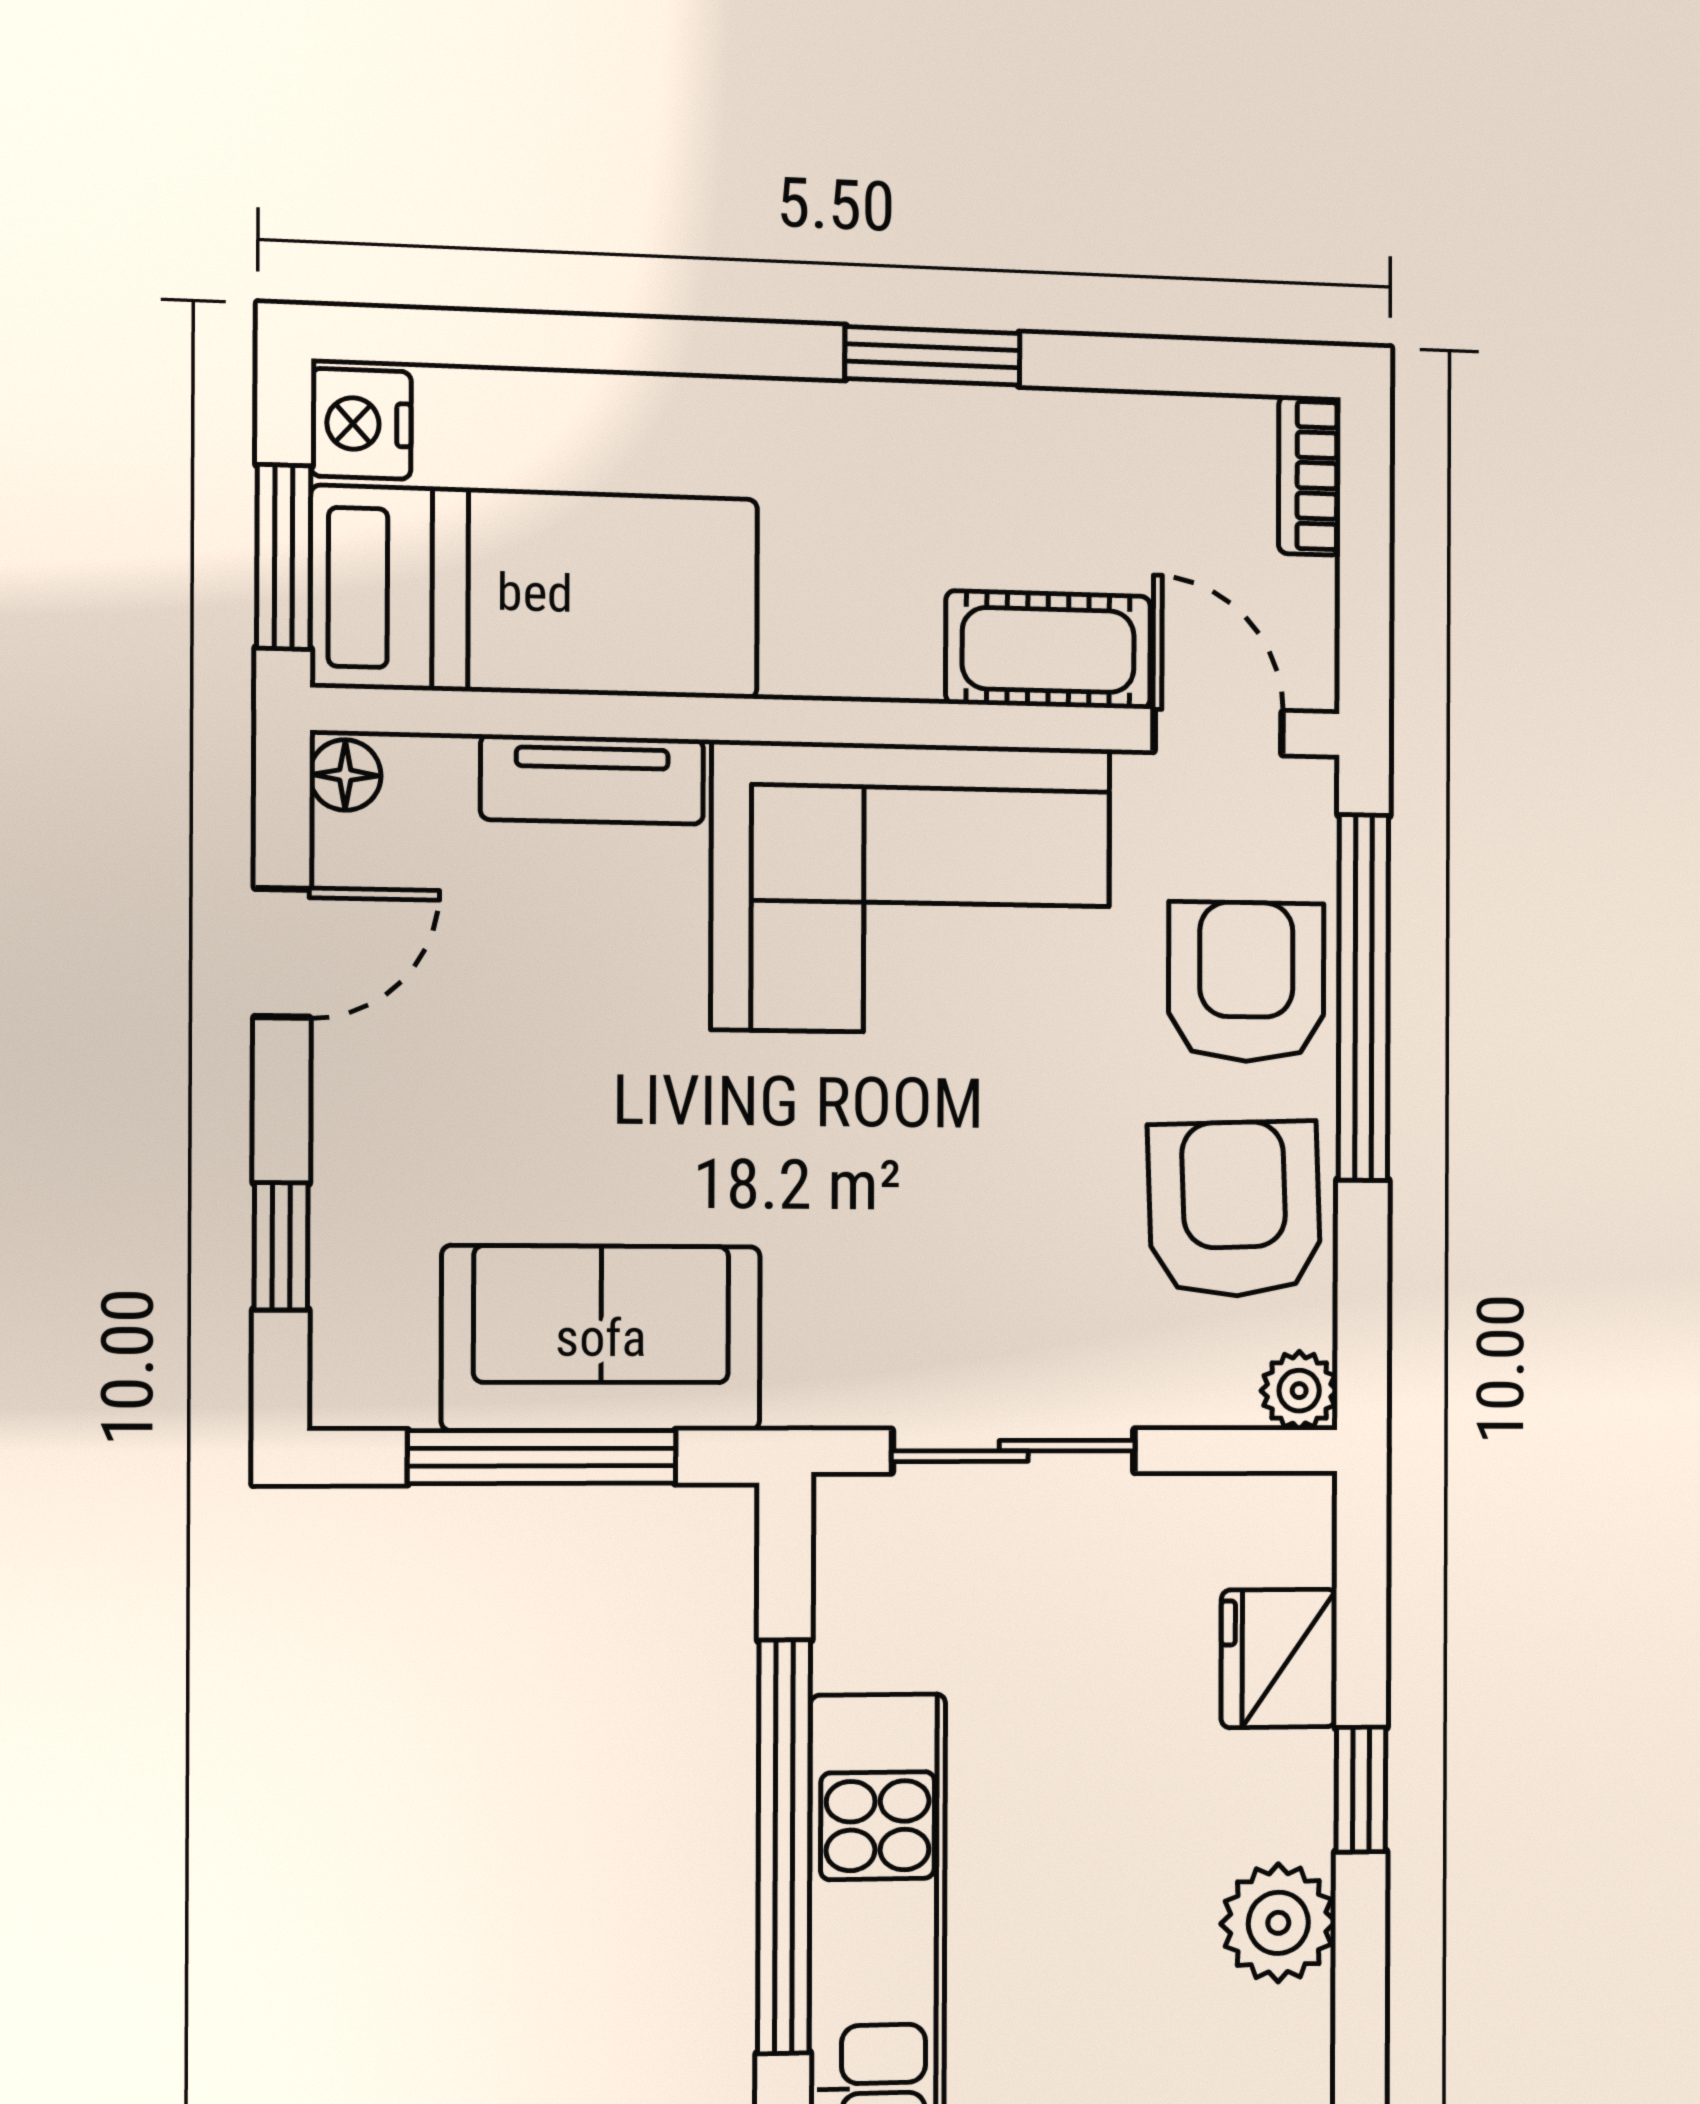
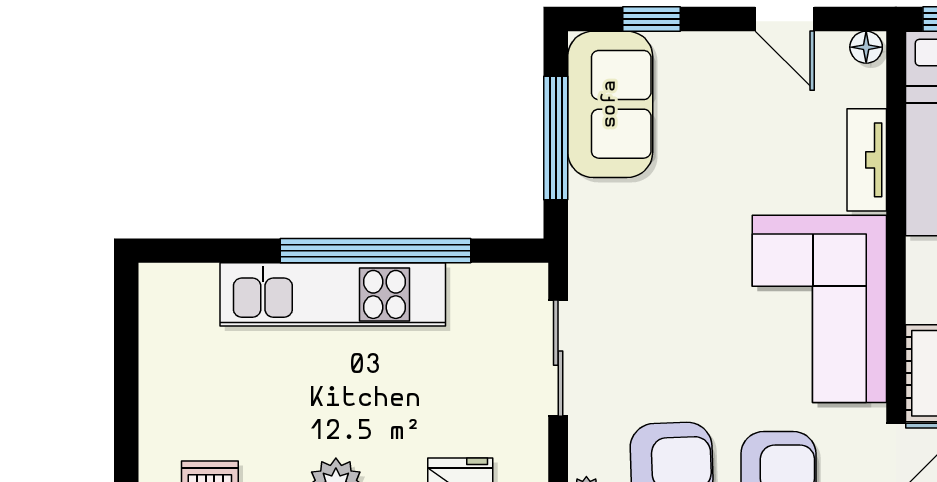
sofa: (601, 1338) -> (610, 104), moved

